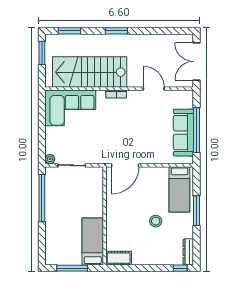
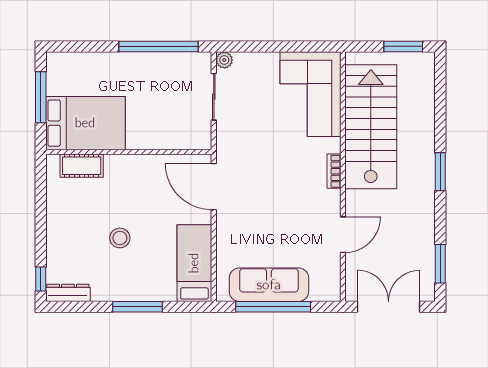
window: (70, 31) -> (440, 264), moved
bed: (179, 189) -> (194, 263), moved, turned 90
bed: (93, 242) -> (85, 123), width x1.50
cot: (119, 258) -> (82, 166), moved, turned 90

